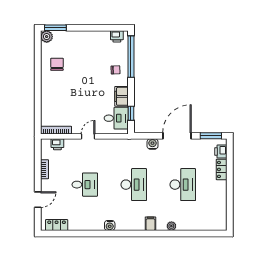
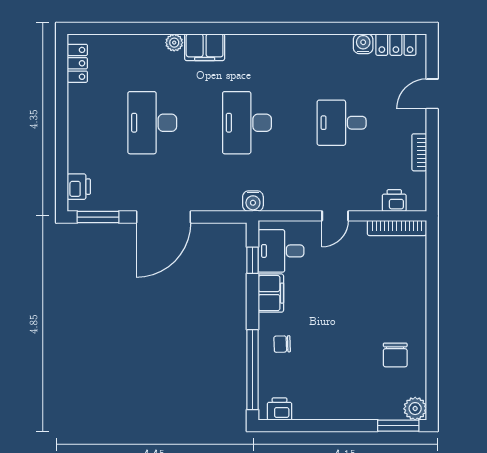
water cooler: (153, 144) -> (253, 201), moved
locker: (222, 169) -> (77, 63), moved
filing cabinet: (150, 224) -> (205, 47), width x2.00
water cooler: (110, 225) -> (363, 44), moved

